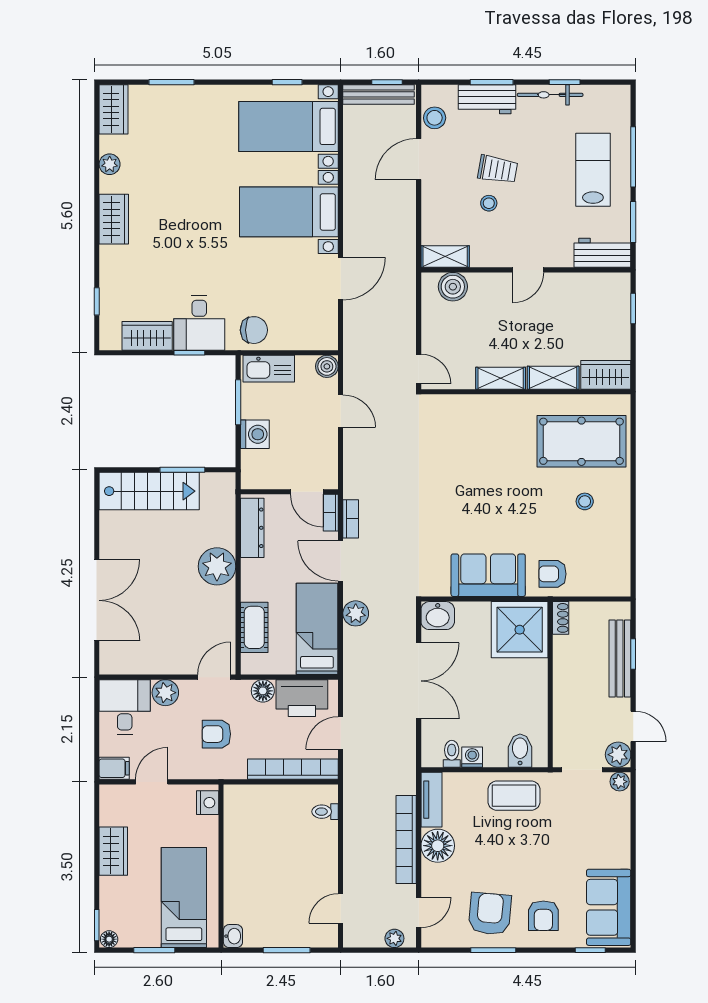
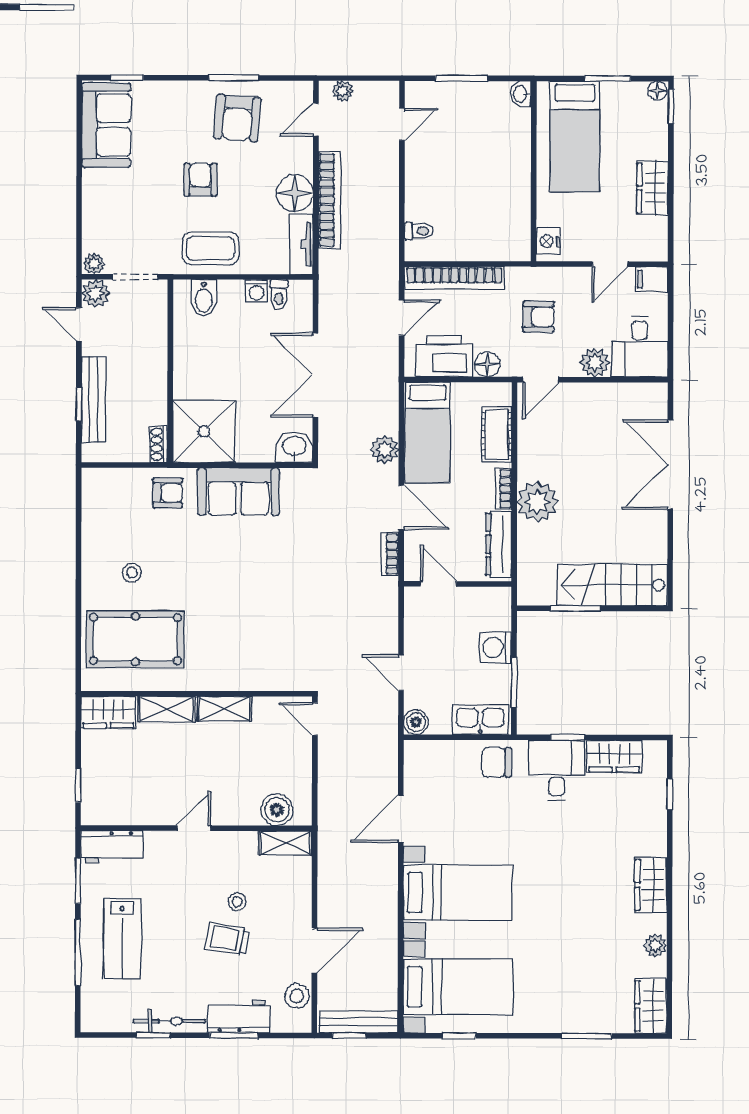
bookcase: (331, 513) -> (503, 489), moved, turned 180
armchair: (543, 916) -> (201, 180), moved

